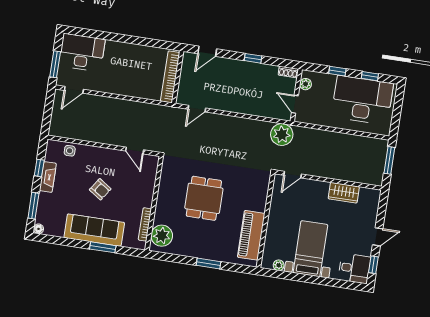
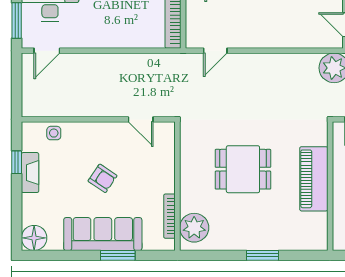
dining table: (204, 198) -> (243, 169), turned 90
window: (33, 206) -> (17, 214), removed
floor lamp: (39, 229) -> (34, 238), width x1.89, depth x1.89
piano: (251, 235) -> (314, 179), moved

